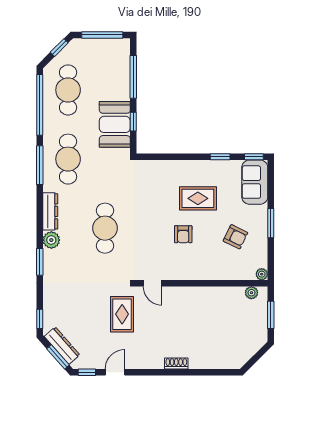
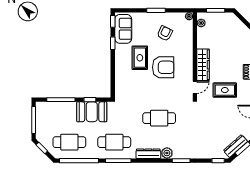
sofa: (255, 182) -> (123, 29), moved, turned -90
armchair: (183, 234) -> (163, 67), width x1.88, depth x1.88
wardrobe: (187, 296) -> (203, 65), added
rug: (122, 314) -> (225, 90), moved

